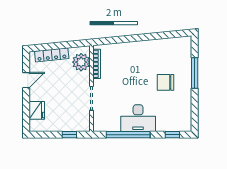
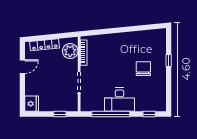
window: (195, 73) -> (169, 60), width x0.46
chair: (165, 82) -> (143, 69), turned 90
fridge: (37, 110) -> (32, 104), moved

